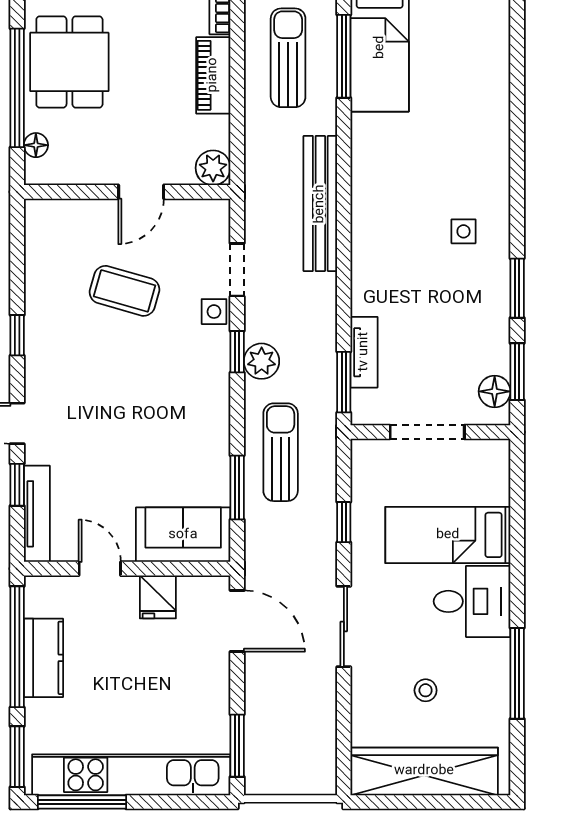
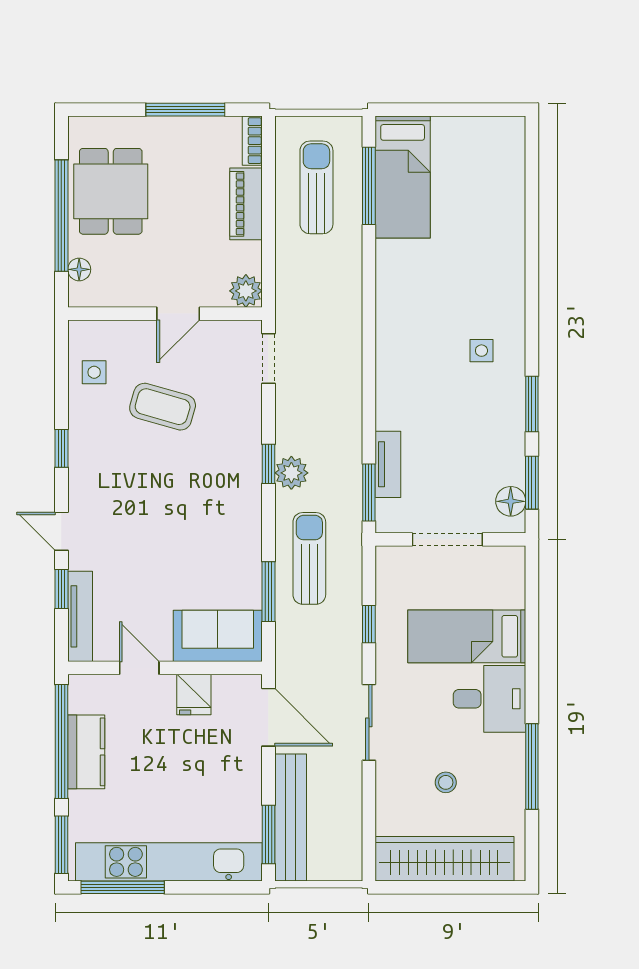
bench: (320, 204) -> (291, 818), moved
doorway: (237, 270) -> (268, 359), moved
side table: (214, 312) -> (94, 372), moved

